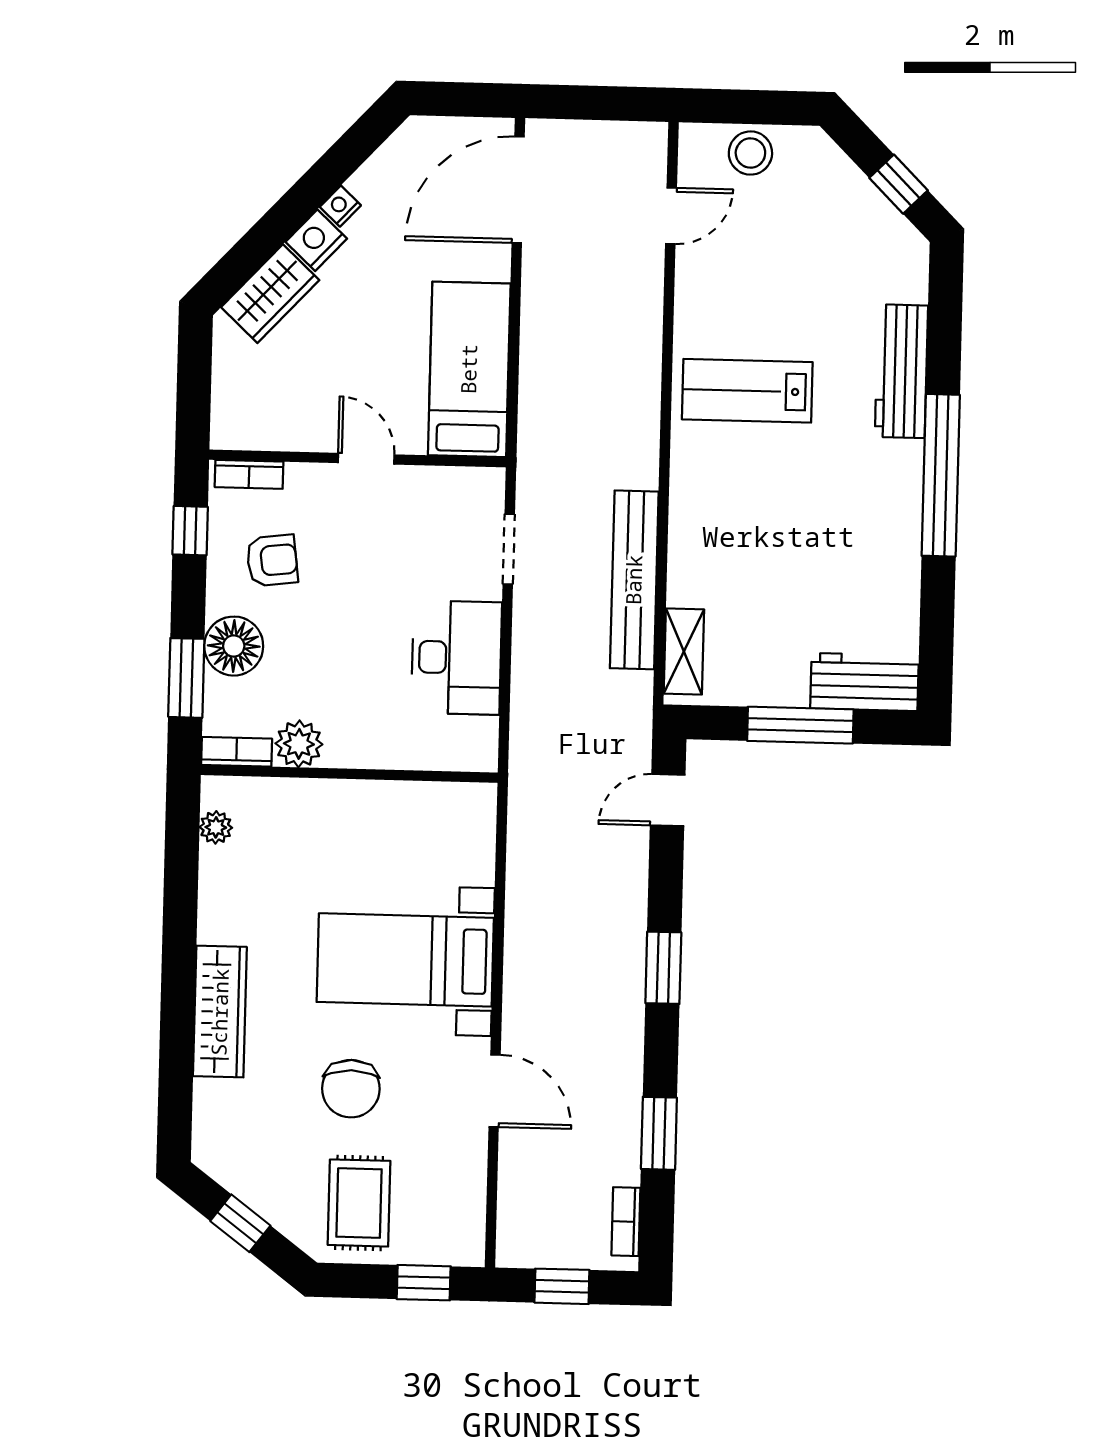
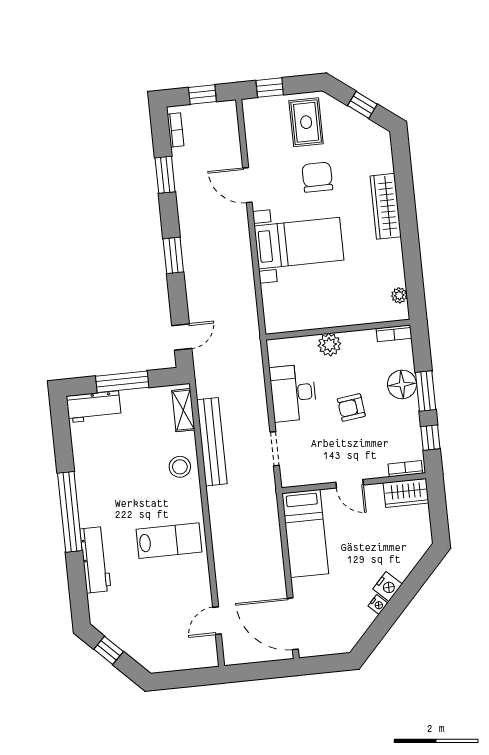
stool: (750, 153) -> (180, 467), moved
door: (518, 190) -> (293, 624), swing flipped
wardrobe: (270, 294) -> (406, 493), moved, turned -133
armchair: (272, 560) -> (351, 407), moved
window: (186, 678) -> (426, 391), moved
plant: (299, 744) -> (329, 345), moved

